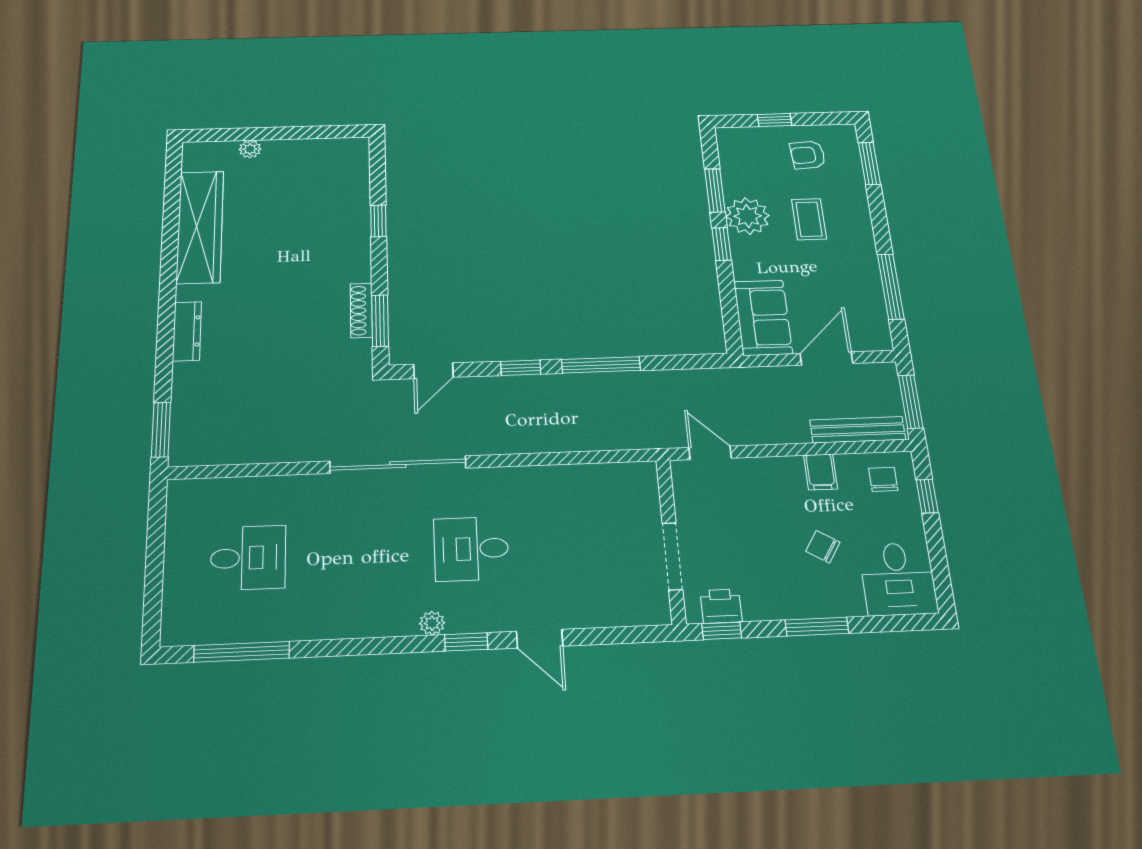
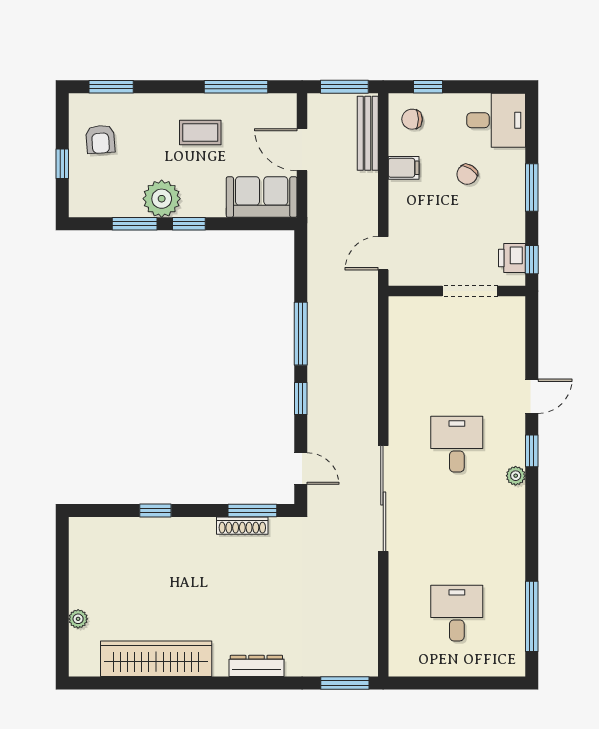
coffee table: (809, 219) -> (200, 132), moved
desk: (471, 549) -> (457, 444), turned 180

